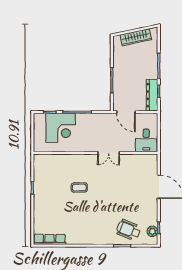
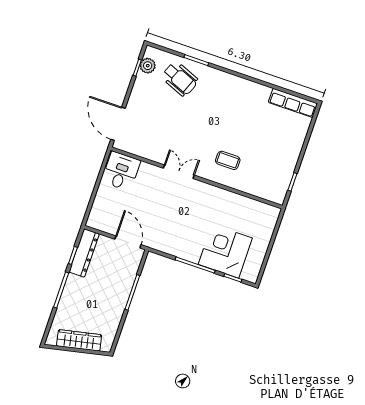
desk: (146, 140) -> (121, 171), moved
wall: (96, 153) -> (197, 178), moved
double door: (109, 153) -> (179, 172), moved

